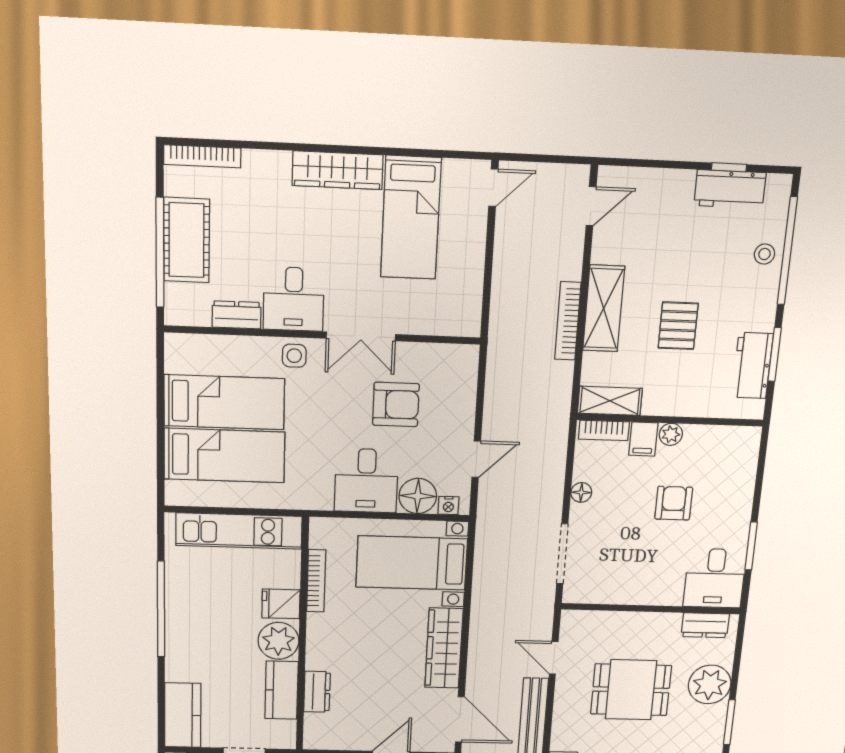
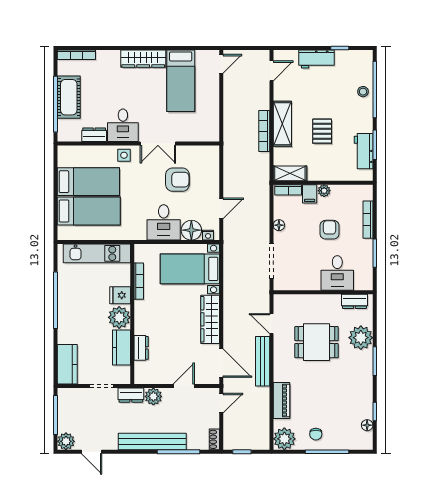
workbench: (730, 189) -> (316, 59), moved
bookcase: (746, 488) -> (368, 220), added
desk: (715, 578) -> (337, 273), moved

